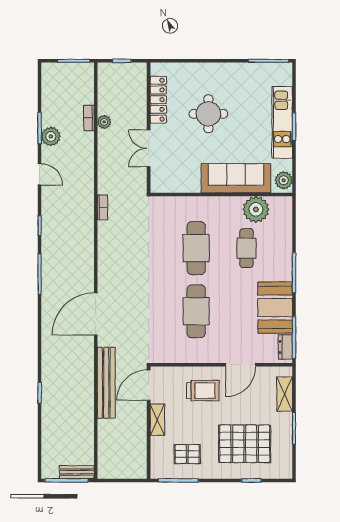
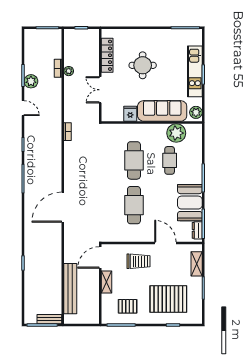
fridge: (191, 182) -> (130, 114), added
door: (241, 365) -> (165, 243), swing flipped
bench: (106, 383) -> (70, 289), moved

